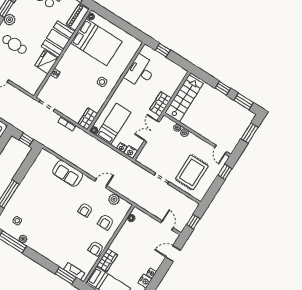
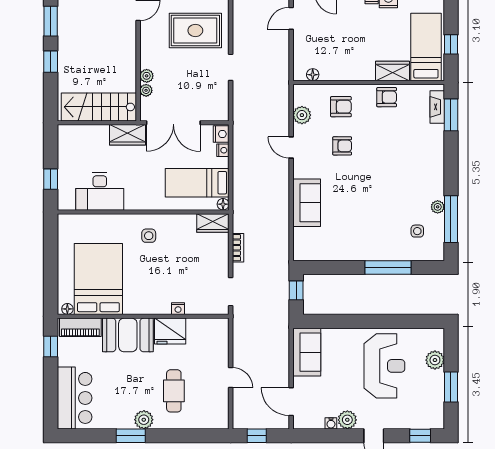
double door: (152, 131) -> (173, 123), width x1.37

